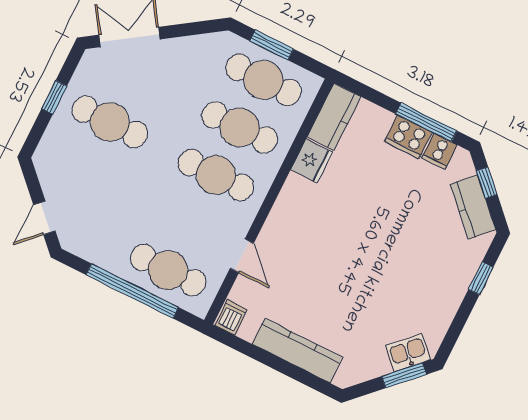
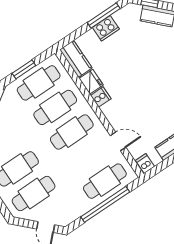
cooker: (439, 151) -> (101, 97), moved, turned -90
cafe table: (86, 169) -> (34, 193), added

